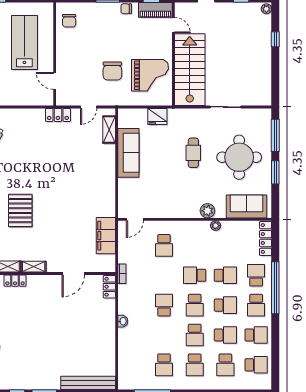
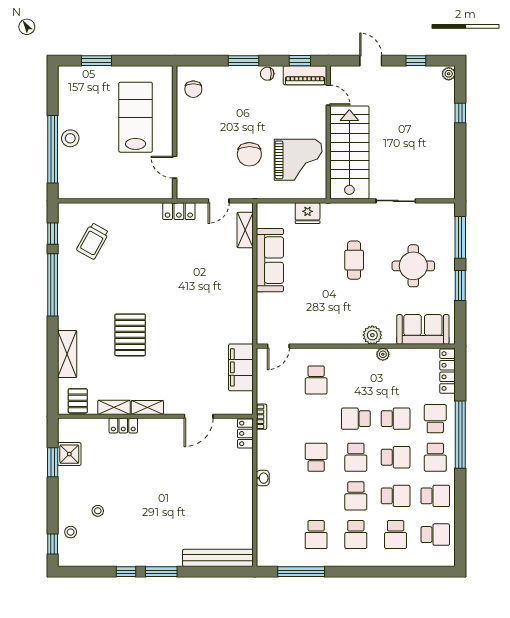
round table: (239, 157) -> (413, 266), width x0.73, depth x0.73

